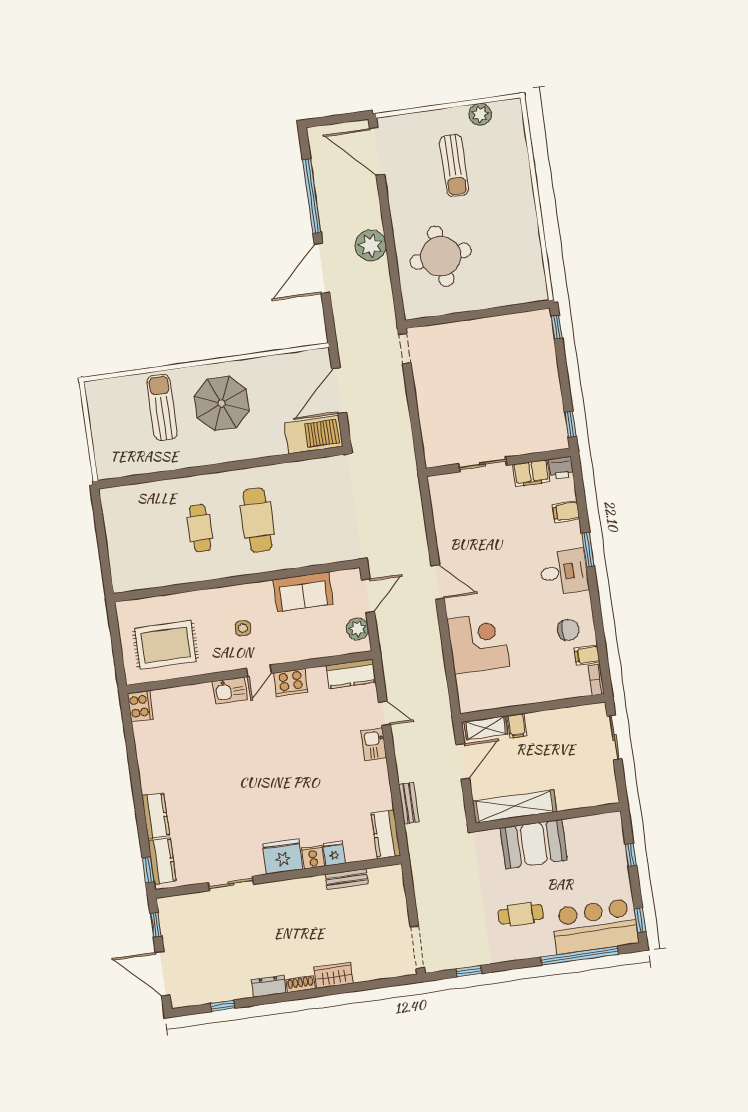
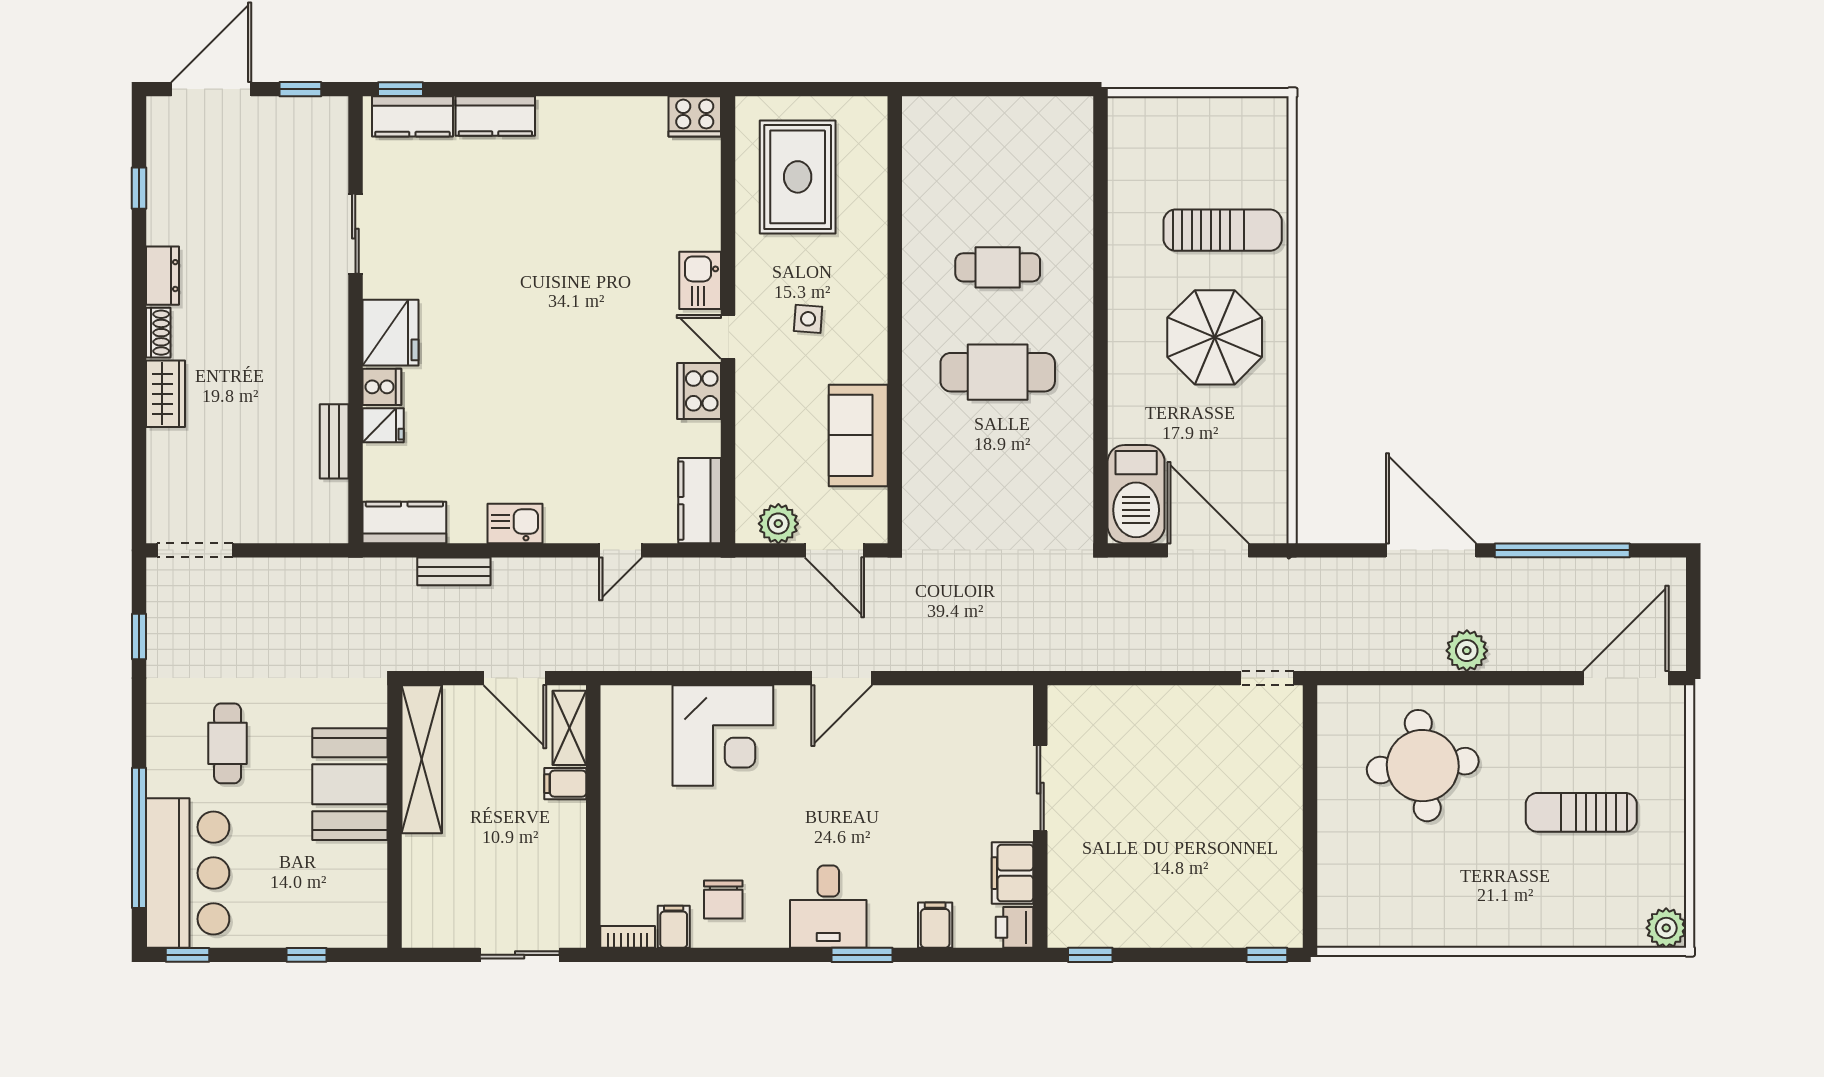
plant: (480, 114) -> (1666, 928), moved
plant: (371, 246) -> (1467, 651), width x0.73, depth x0.73
kitchen sink: (374, 744) -> (515, 523), moved

